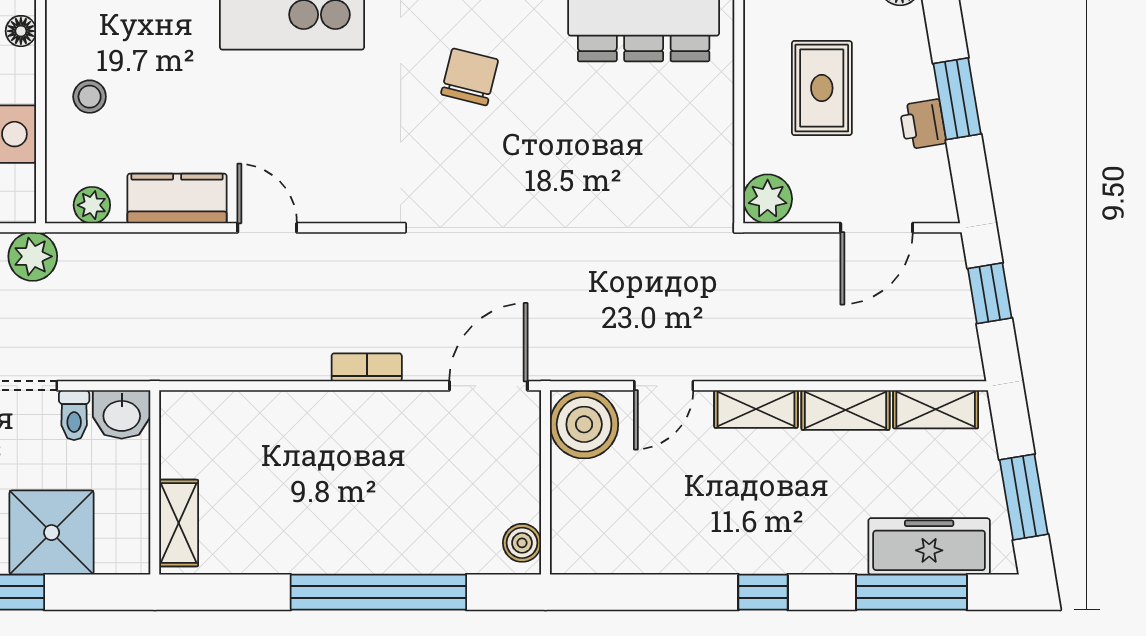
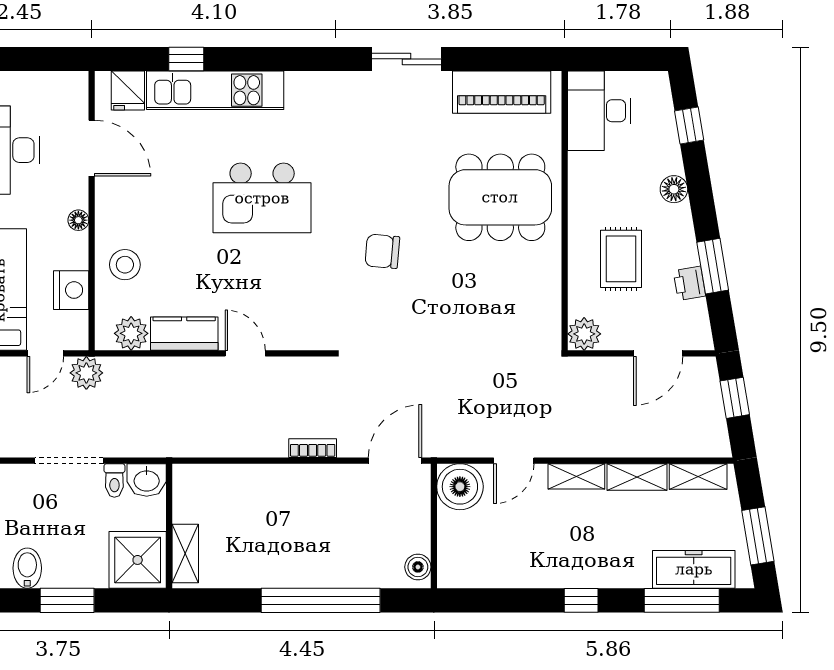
chair: (470, 77) -> (382, 251), turned -99
stool: (90, 97) -> (125, 265), width x1.37, depth x1.37
plant: (92, 205) -> (131, 333), width x1.38, depth x1.38
shower: (52, 533) -> (138, 560), moved

